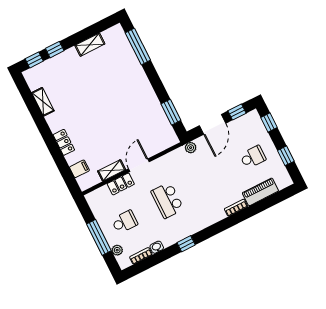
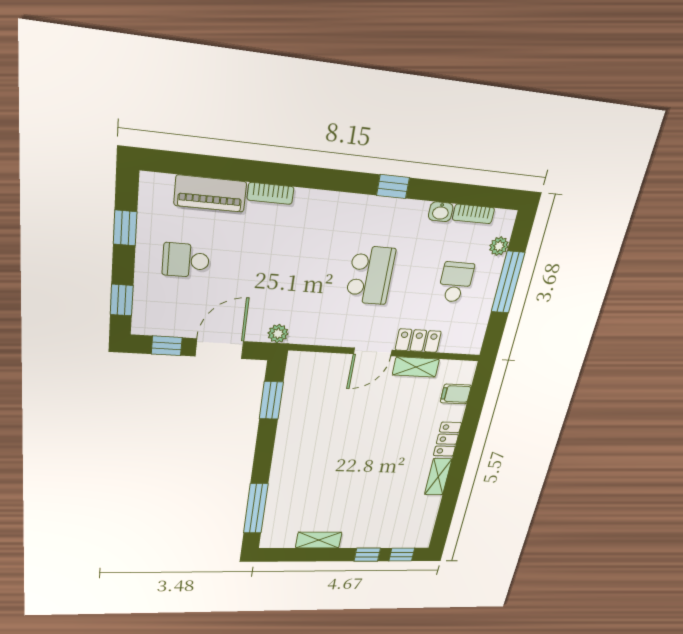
shelving: (43, 102) -> (438, 477), moved
school desk: (125, 222) -> (456, 282), turned 90

